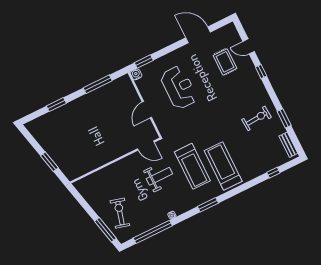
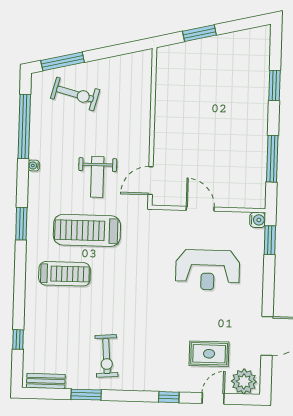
plant: (230, 34) -> (244, 381), added
treadmill: (223, 166) -> (64, 274), width x0.73, depth x0.73

